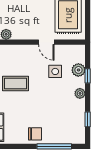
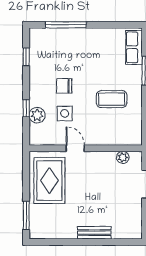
plant: (80, 93) -> (35, 87), removed
chair: (35, 134) -> (64, 86), moved

